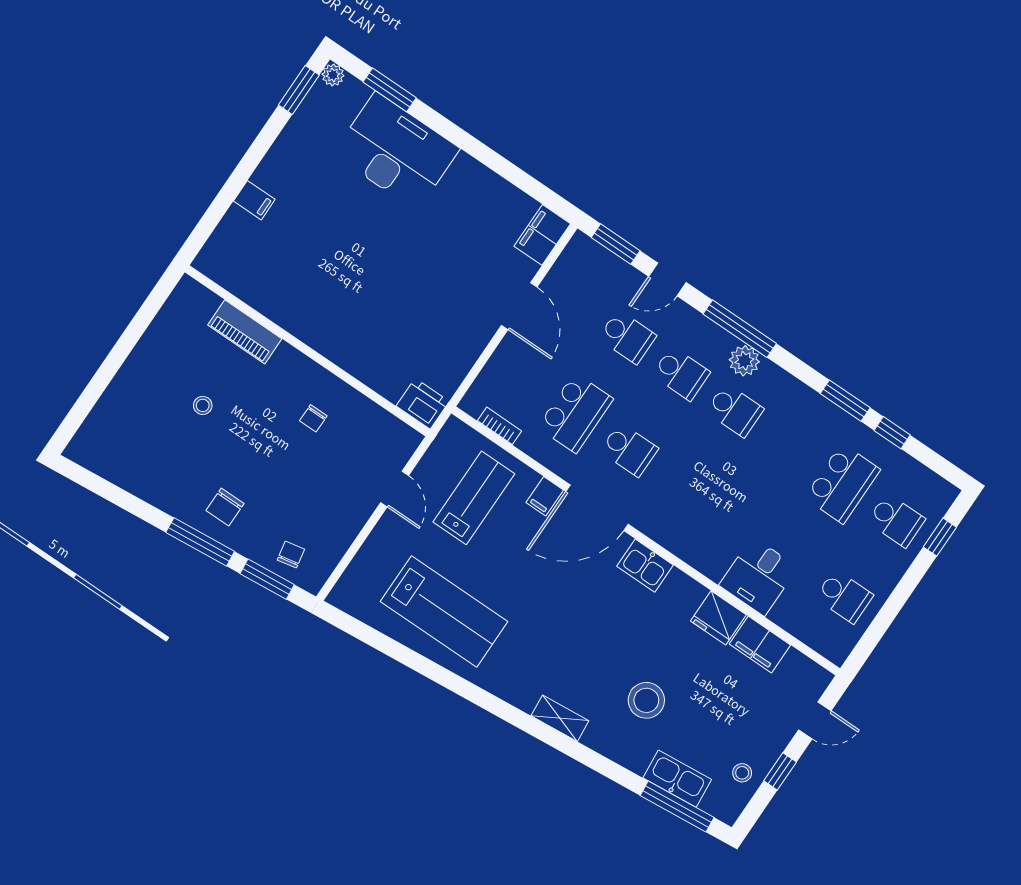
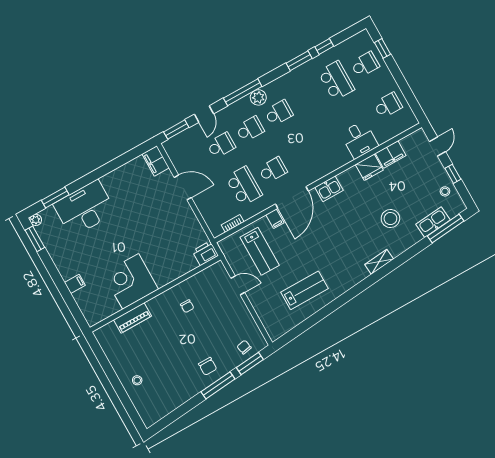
corner desk: (307, 297) -> (131, 281), added
stool: (203, 405) -> (137, 380), moved
lab bench: (474, 498) -> (260, 251), turned 180
lab bench: (444, 612) -> (305, 290), width x0.73, depth x0.72

